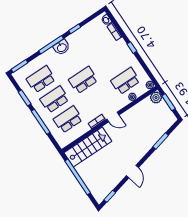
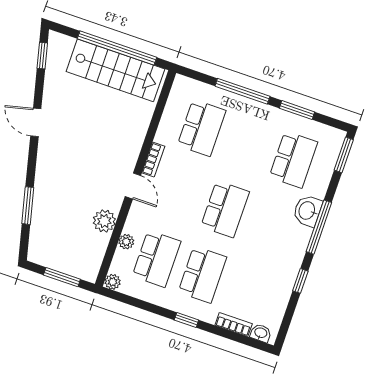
washbasin: (62, 47) -> (307, 211), moved
plant: (156, 97) -> (104, 221), moved
school desk: (54, 99) -> (202, 275), moved
door: (113, 117) -> (133, 186), swing flipped
stairs: (88, 147) -> (115, 70), moved, turned -90

